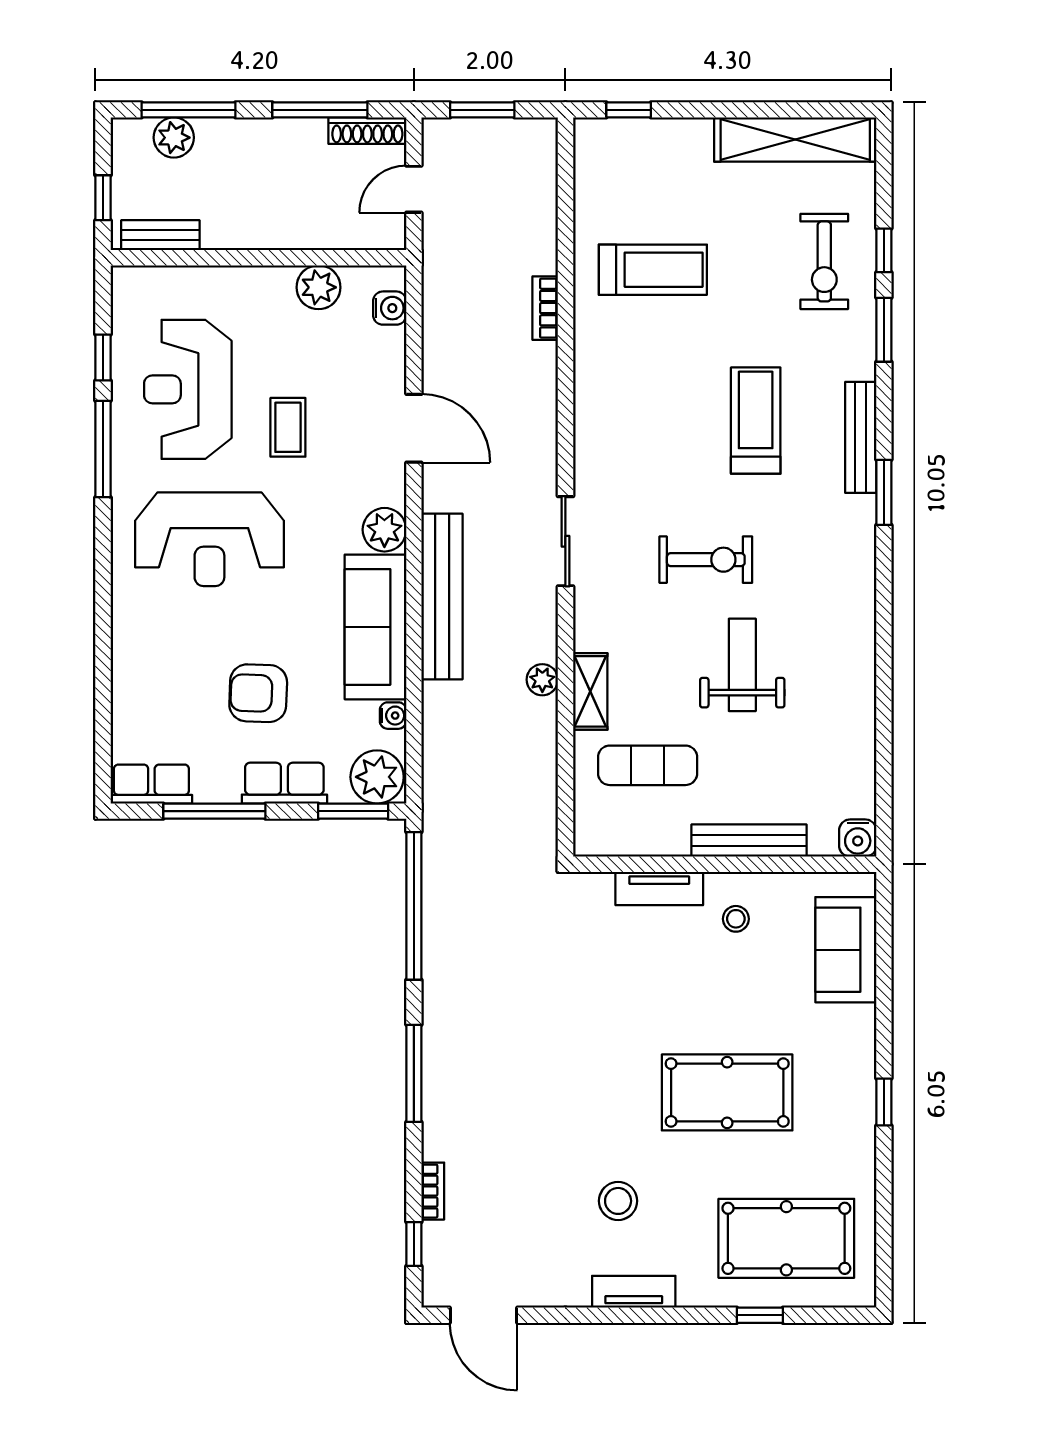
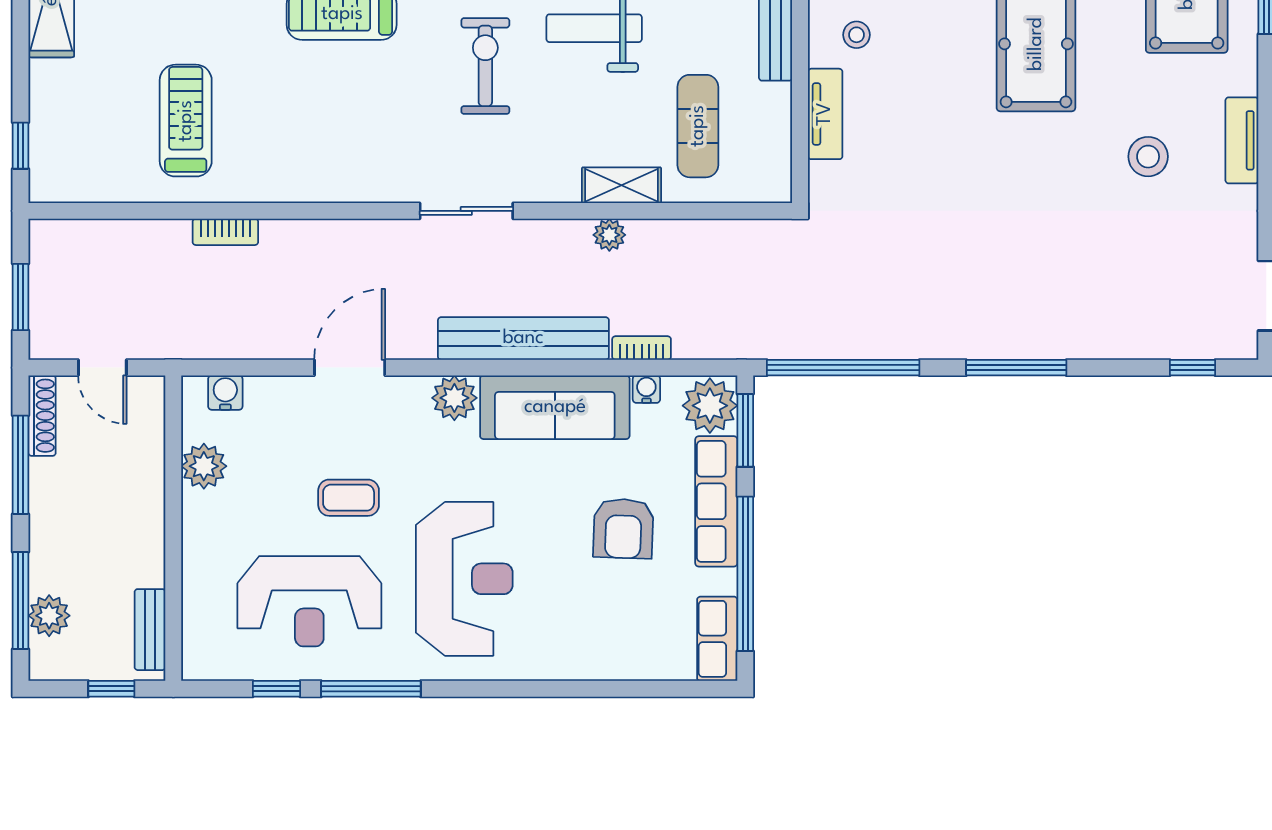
row of seats: (284, 783) -> (716, 501), width x1.48
window: (214, 811) -> (745, 574), width x1.46
bookcase: (433, 1191) -> (642, 348), moved

